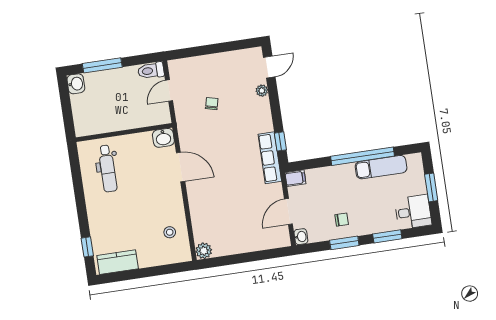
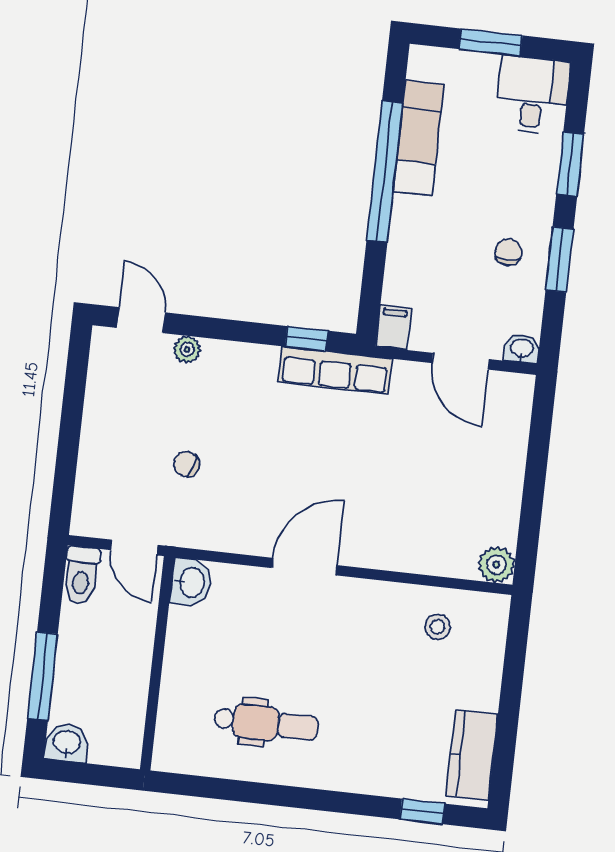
wall: (124, 133) -> (157, 663), moved
washbasin: (163, 138) -> (191, 582), moved

